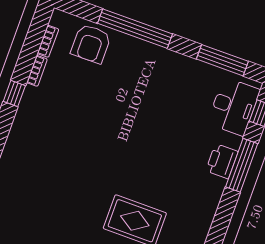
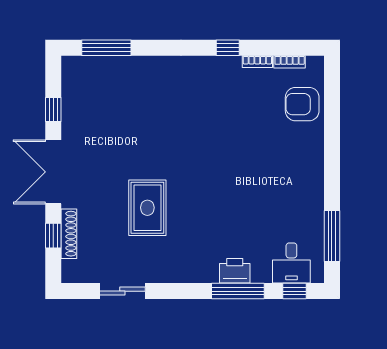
window: (135, 29) -> (332, 141), removed
desk: (234, 107) -> (291, 263), width x0.73

